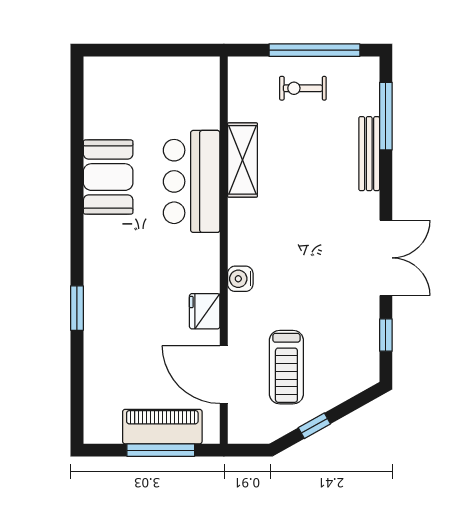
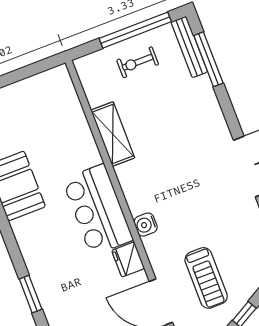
bench: (369, 154) -> (189, 47), moved
bar counter: (192, 181) -> (98, 210), moved

